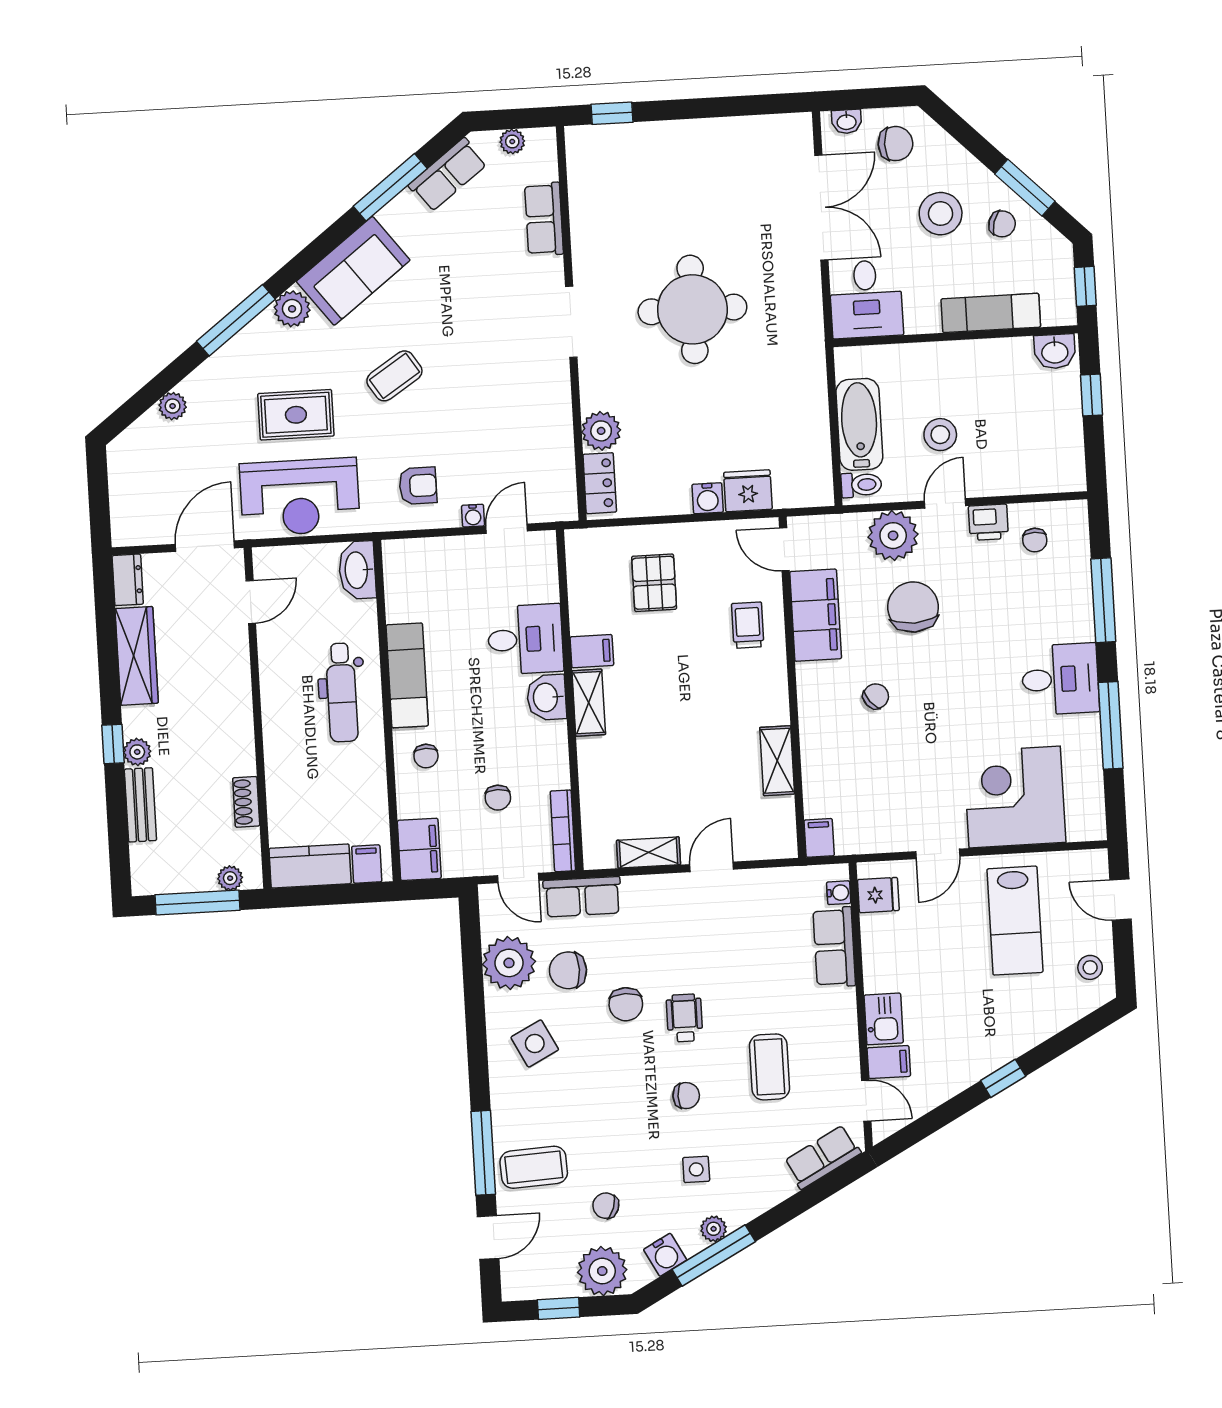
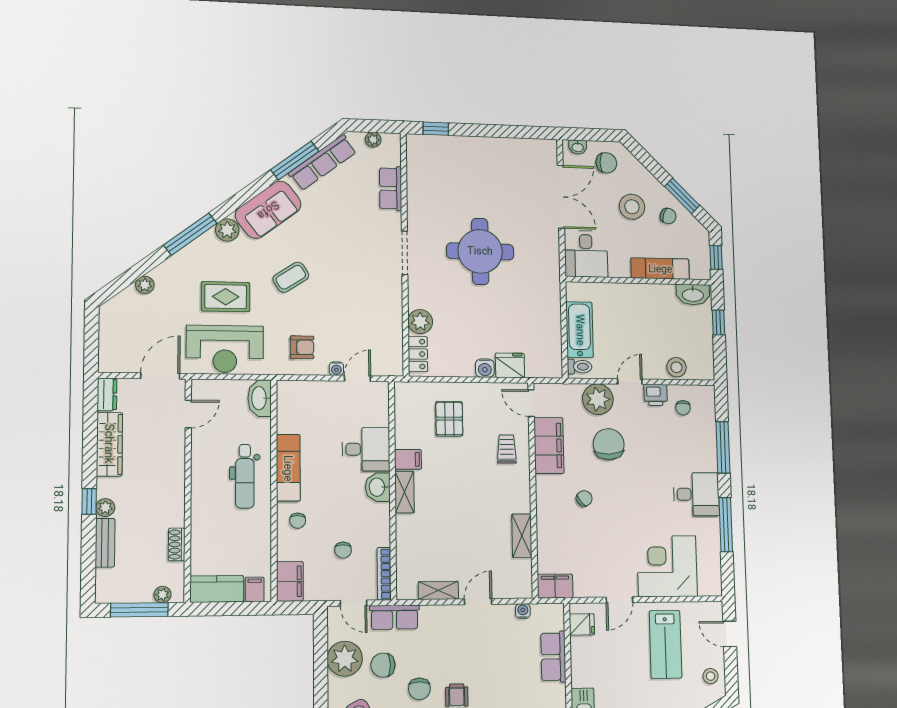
row of seats: (448, 175) -> (323, 162), width x1.48
washbasin: (1055, 351) -> (693, 295), width x1.38
stool: (940, 435) -> (676, 367), moved
filing cabinet: (819, 838) -> (555, 586), width x2.00
water cooler: (839, 893) -> (523, 611), moved, turned -90

